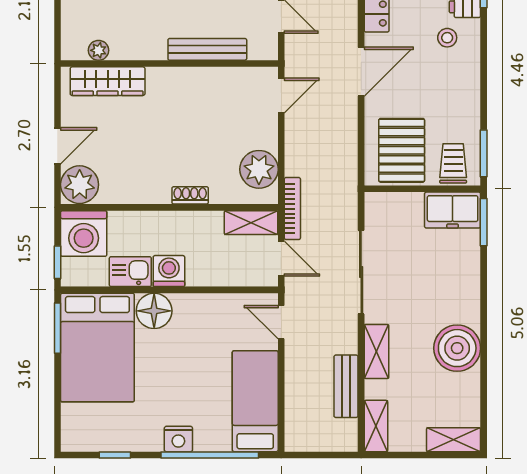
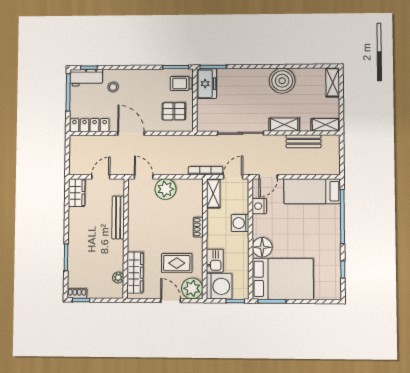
pallet: (402, 150) -> (174, 111), width x0.67, depth x0.71
rug: (125, 157) -> (177, 263), added
plant: (259, 169) -> (166, 189), moved
washing machine: (169, 271) -> (240, 223), moved
kitchen sink: (130, 272) -> (215, 261), moved, turned 180
nightstand: (178, 439) -> (259, 206), moved, turned 180

